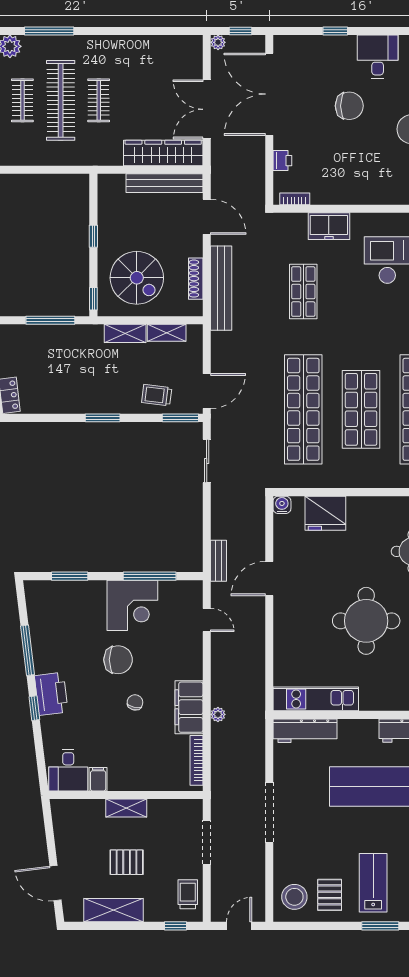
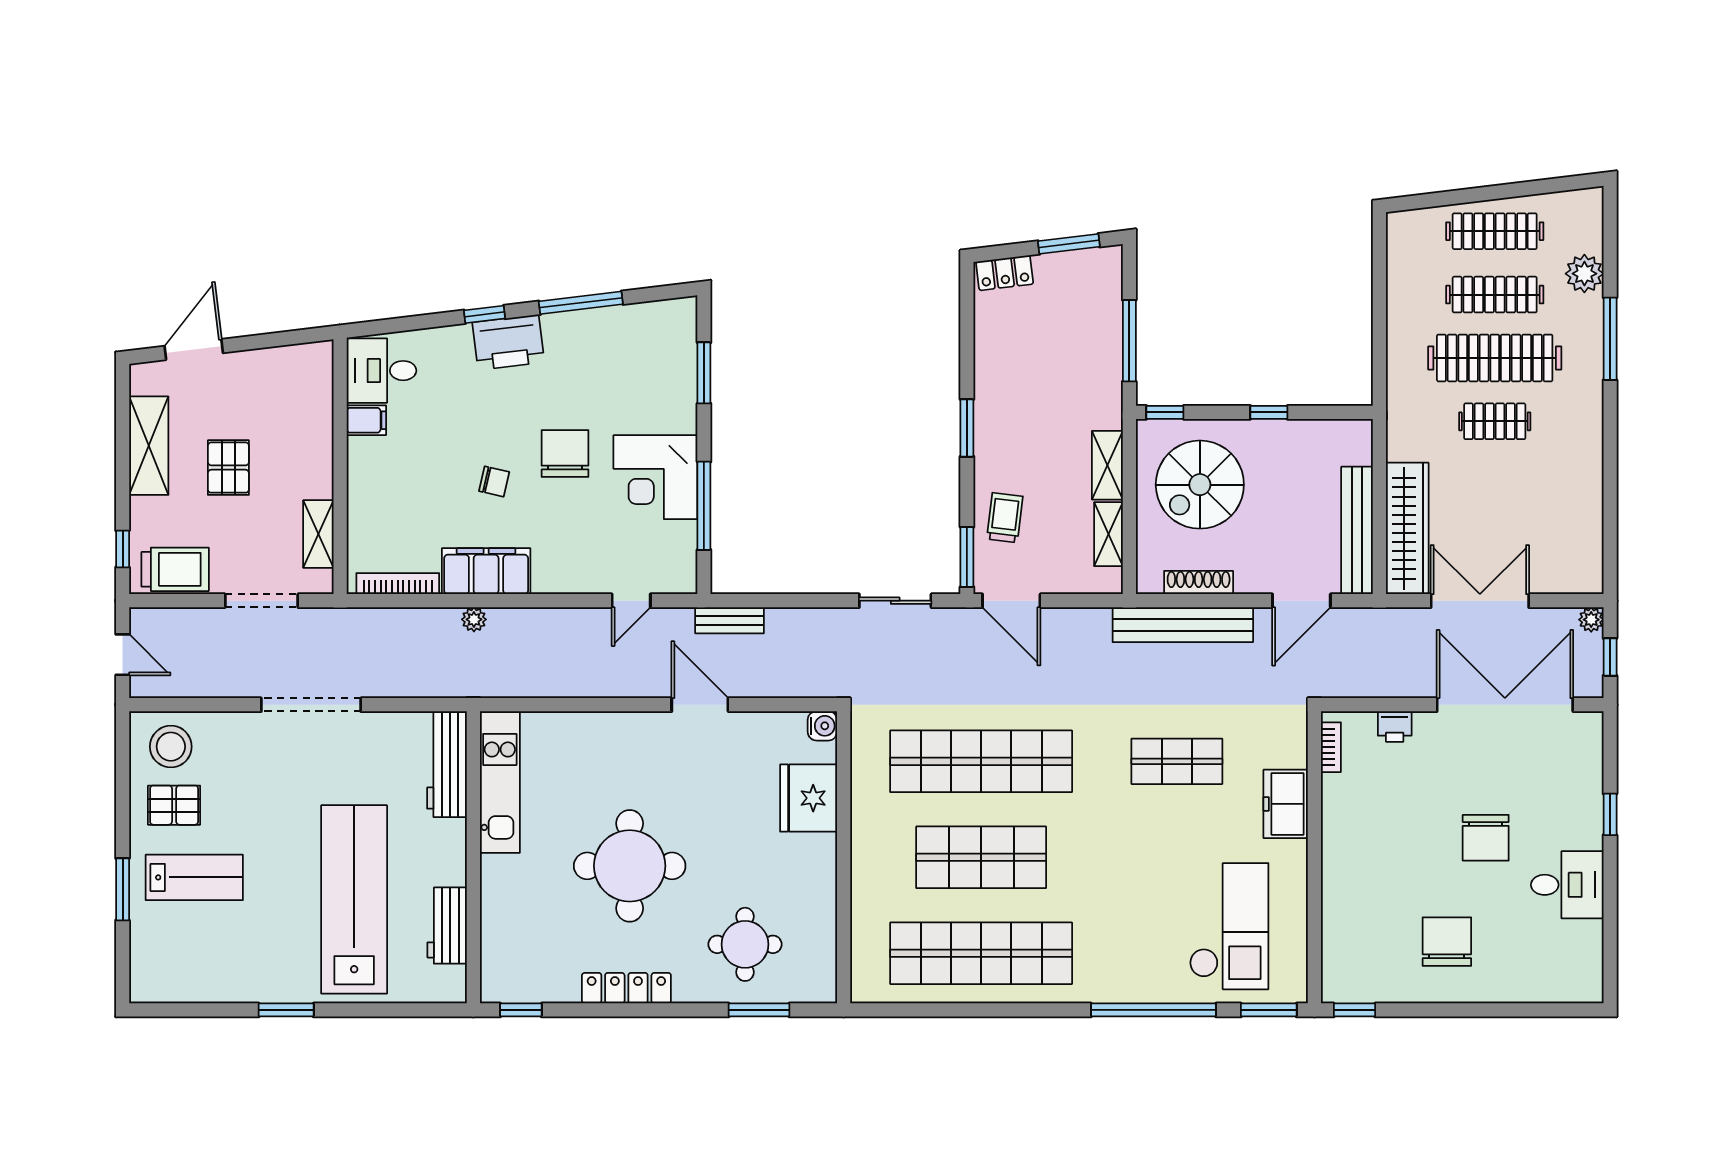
clothes rail: (22, 100) -> (1495, 295), width x1.36
chair: (118, 660) -> (565, 453), turned 180
shelving: (126, 808) -> (318, 534), moved
trolley: (188, 894) -> (175, 569), width x1.36, depth x1.39

